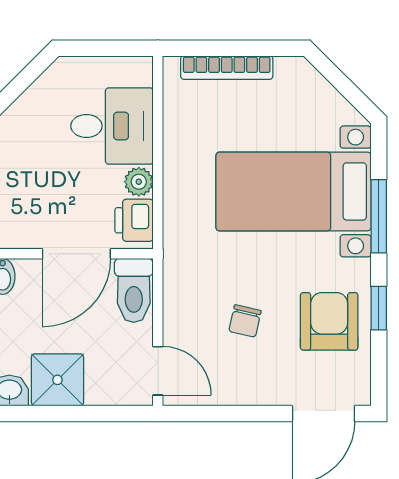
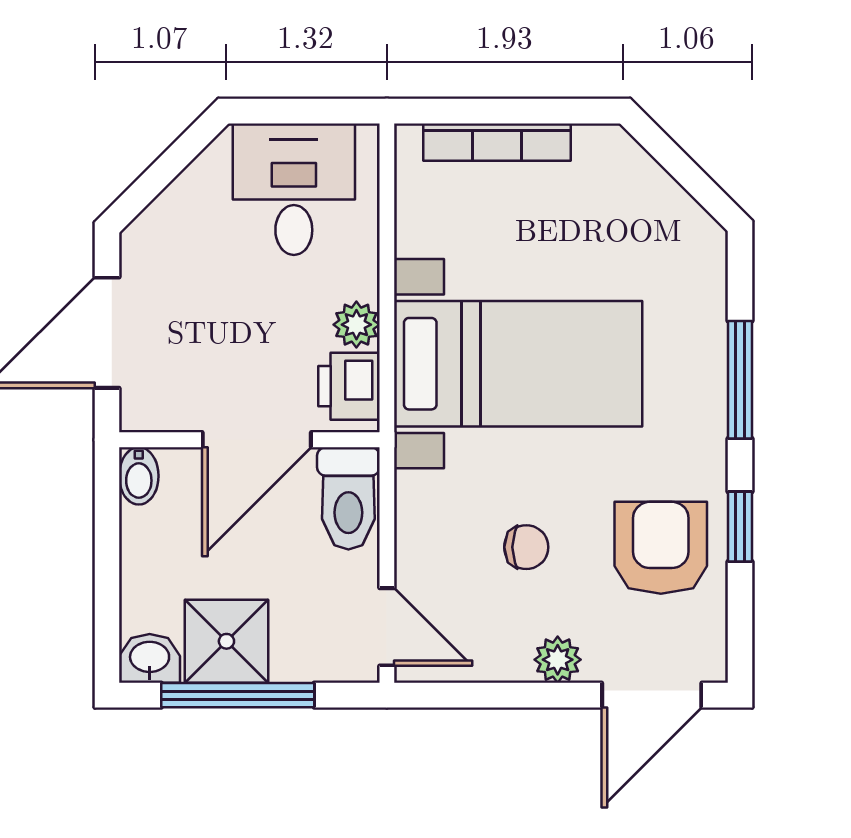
desk: (112, 126) -> (294, 189), moved, turned -90
bed with nightstands: (294, 191) -> (518, 364), moved, turned 180
chair: (245, 321) -> (526, 547), turned -103
plant: (265, 391) -> (558, 660), added
window: (65, 414) -> (238, 695), added

